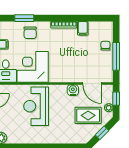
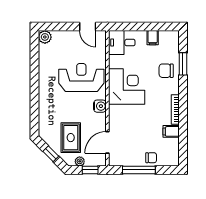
corner desk: (33, 67) -> (127, 86), moved
water cooler: (73, 90) -> (100, 106), moved

